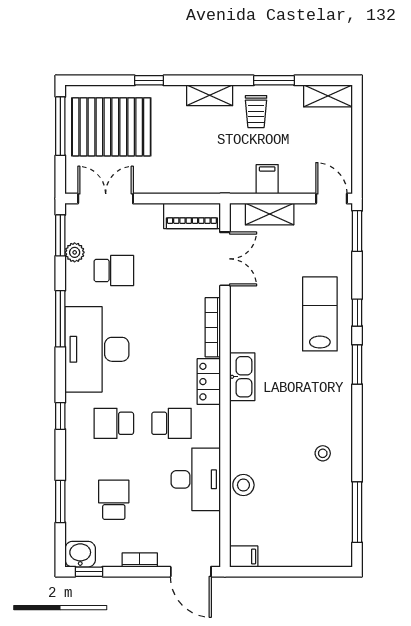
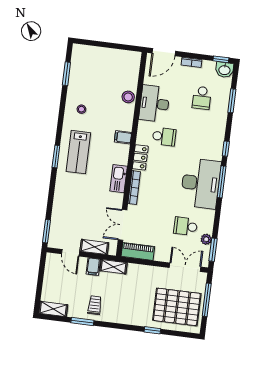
shelving: (210, 95) -> (114, 267), moved
window: (60, 126) -> (207, 300), moved
double door: (106, 199) -> (185, 267), swing flipped
door: (331, 199) -> (71, 253), moved
window: (357, 313) -> (52, 186), removed
lab bench: (320, 314) -> (78, 152), moved
window: (60, 319) -> (222, 182), moved
kitchen sink: (242, 377) -> (119, 179), moved
school desk: (114, 423) -> (196, 141), removed
school desk: (171, 423) -> (164, 137), turned 180
window: (357, 512) -> (66, 74), width x0.69
filing cabinet: (244, 556) -> (123, 137), moved
door: (191, 572) -> (164, 52), swing flipped

